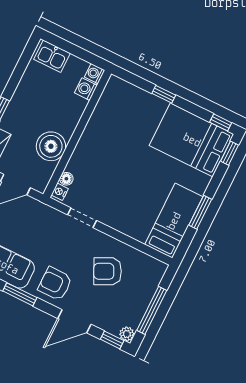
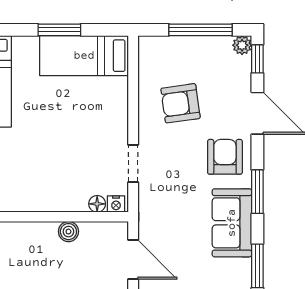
boiler: (51, 146) -> (68, 232), width x0.54, depth x0.54
armchair: (108, 271) -> (181, 103), turned 108
armchair: (55, 284) -> (225, 157), turned 180

